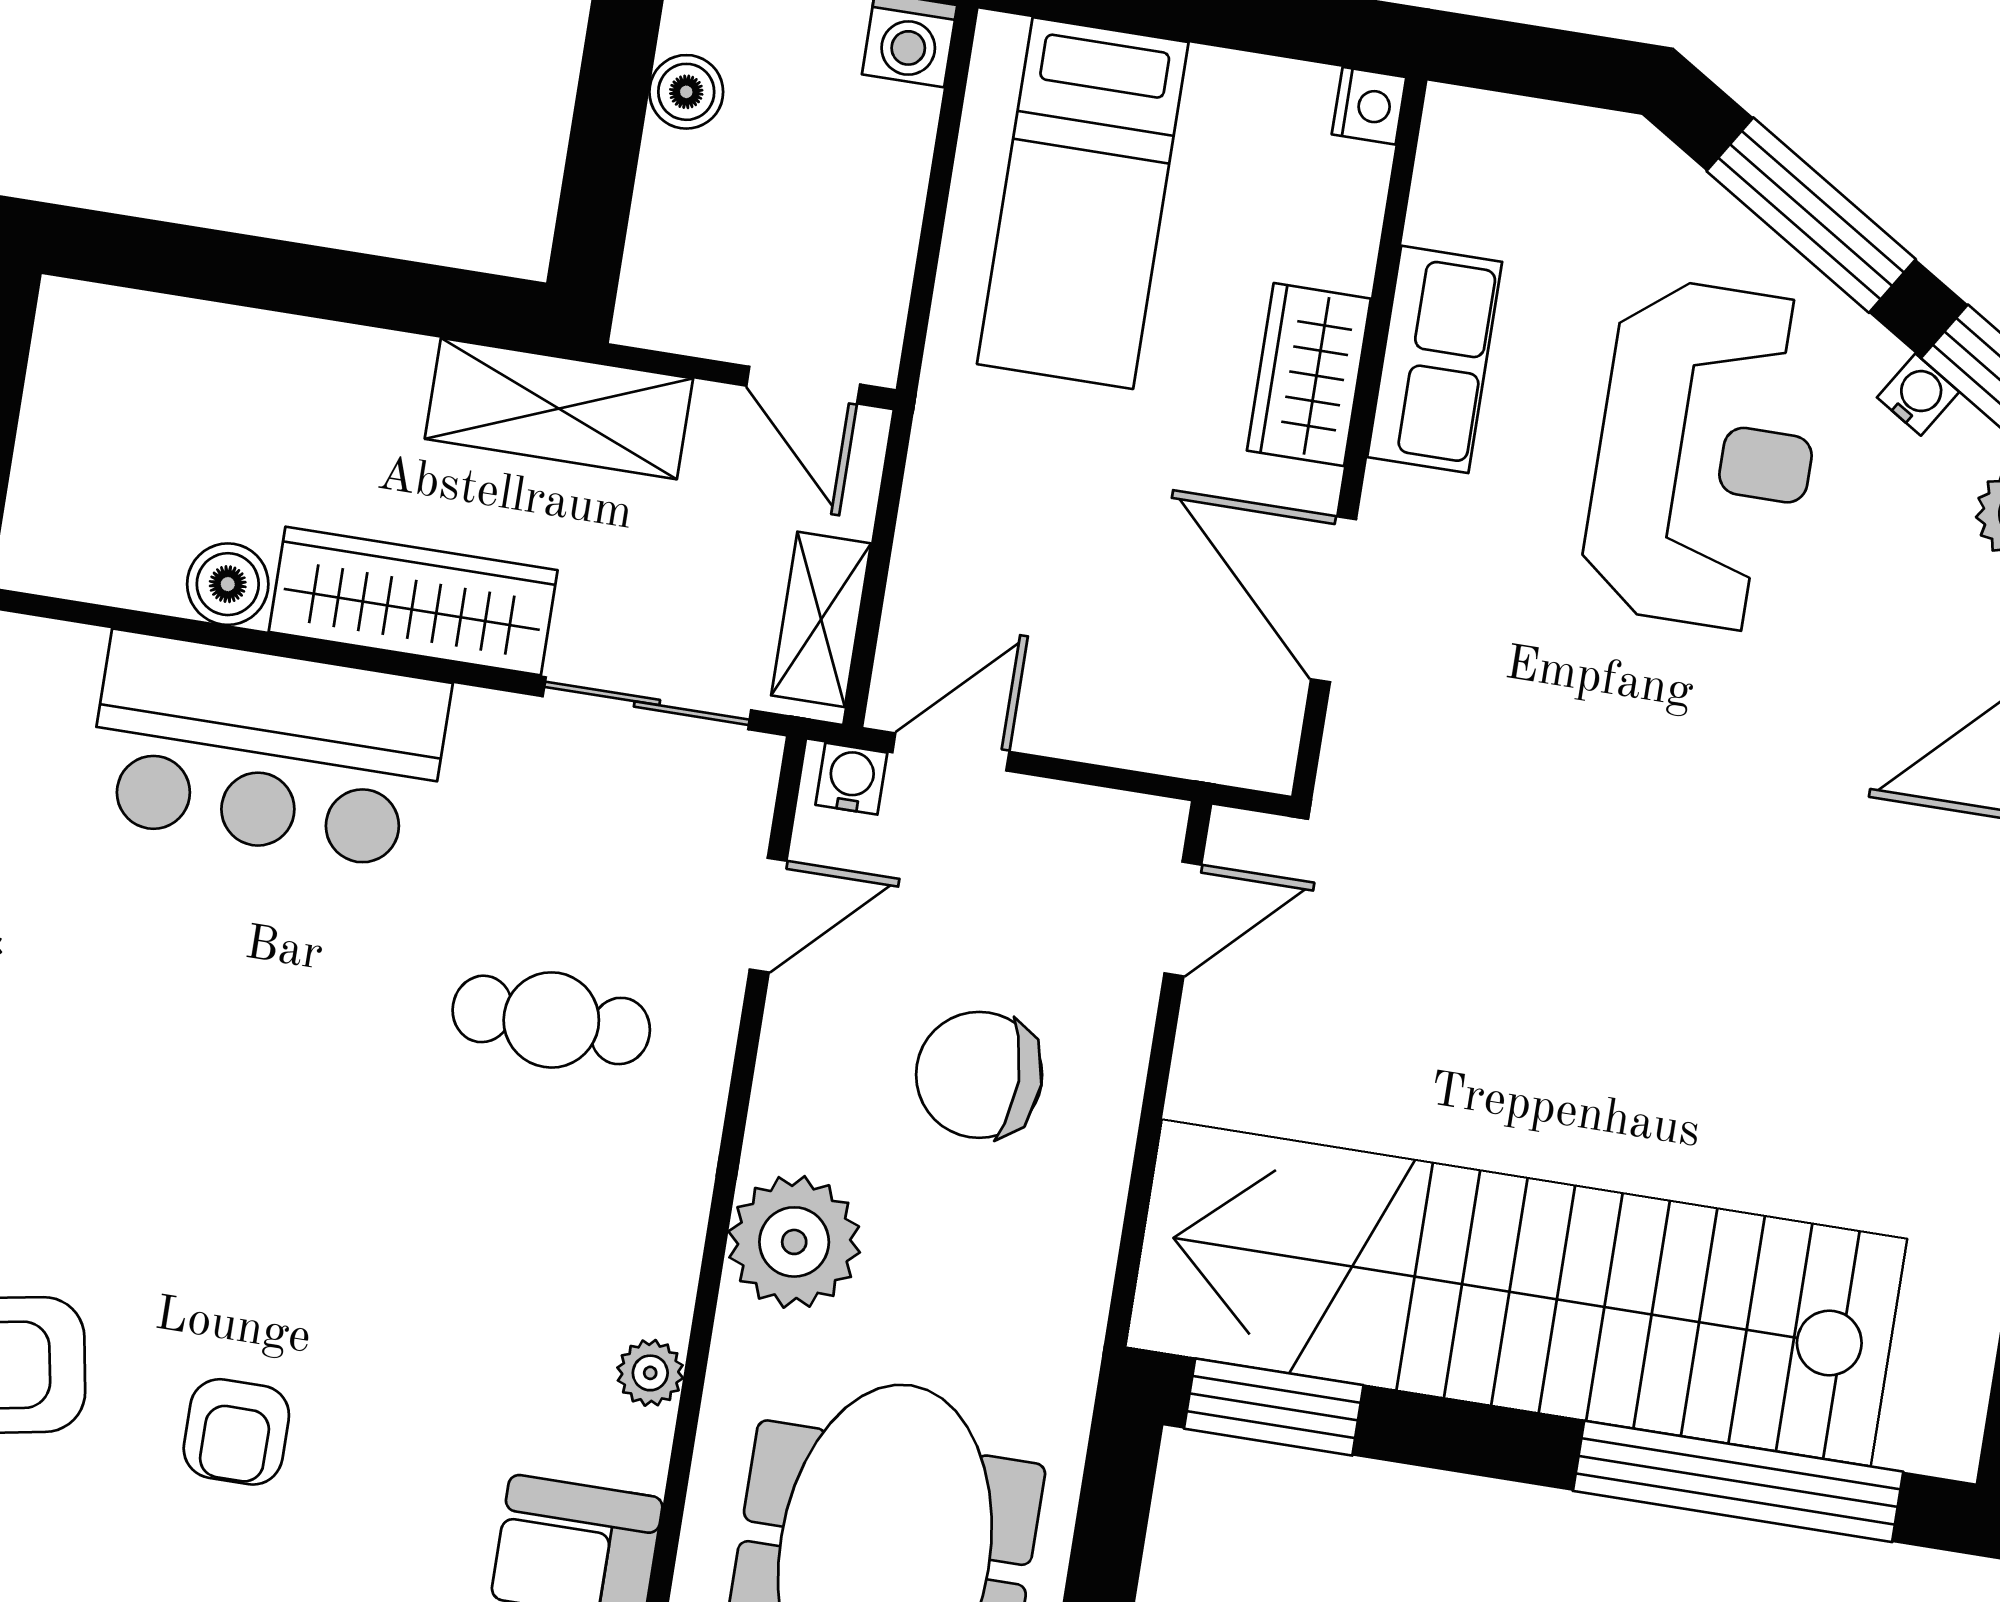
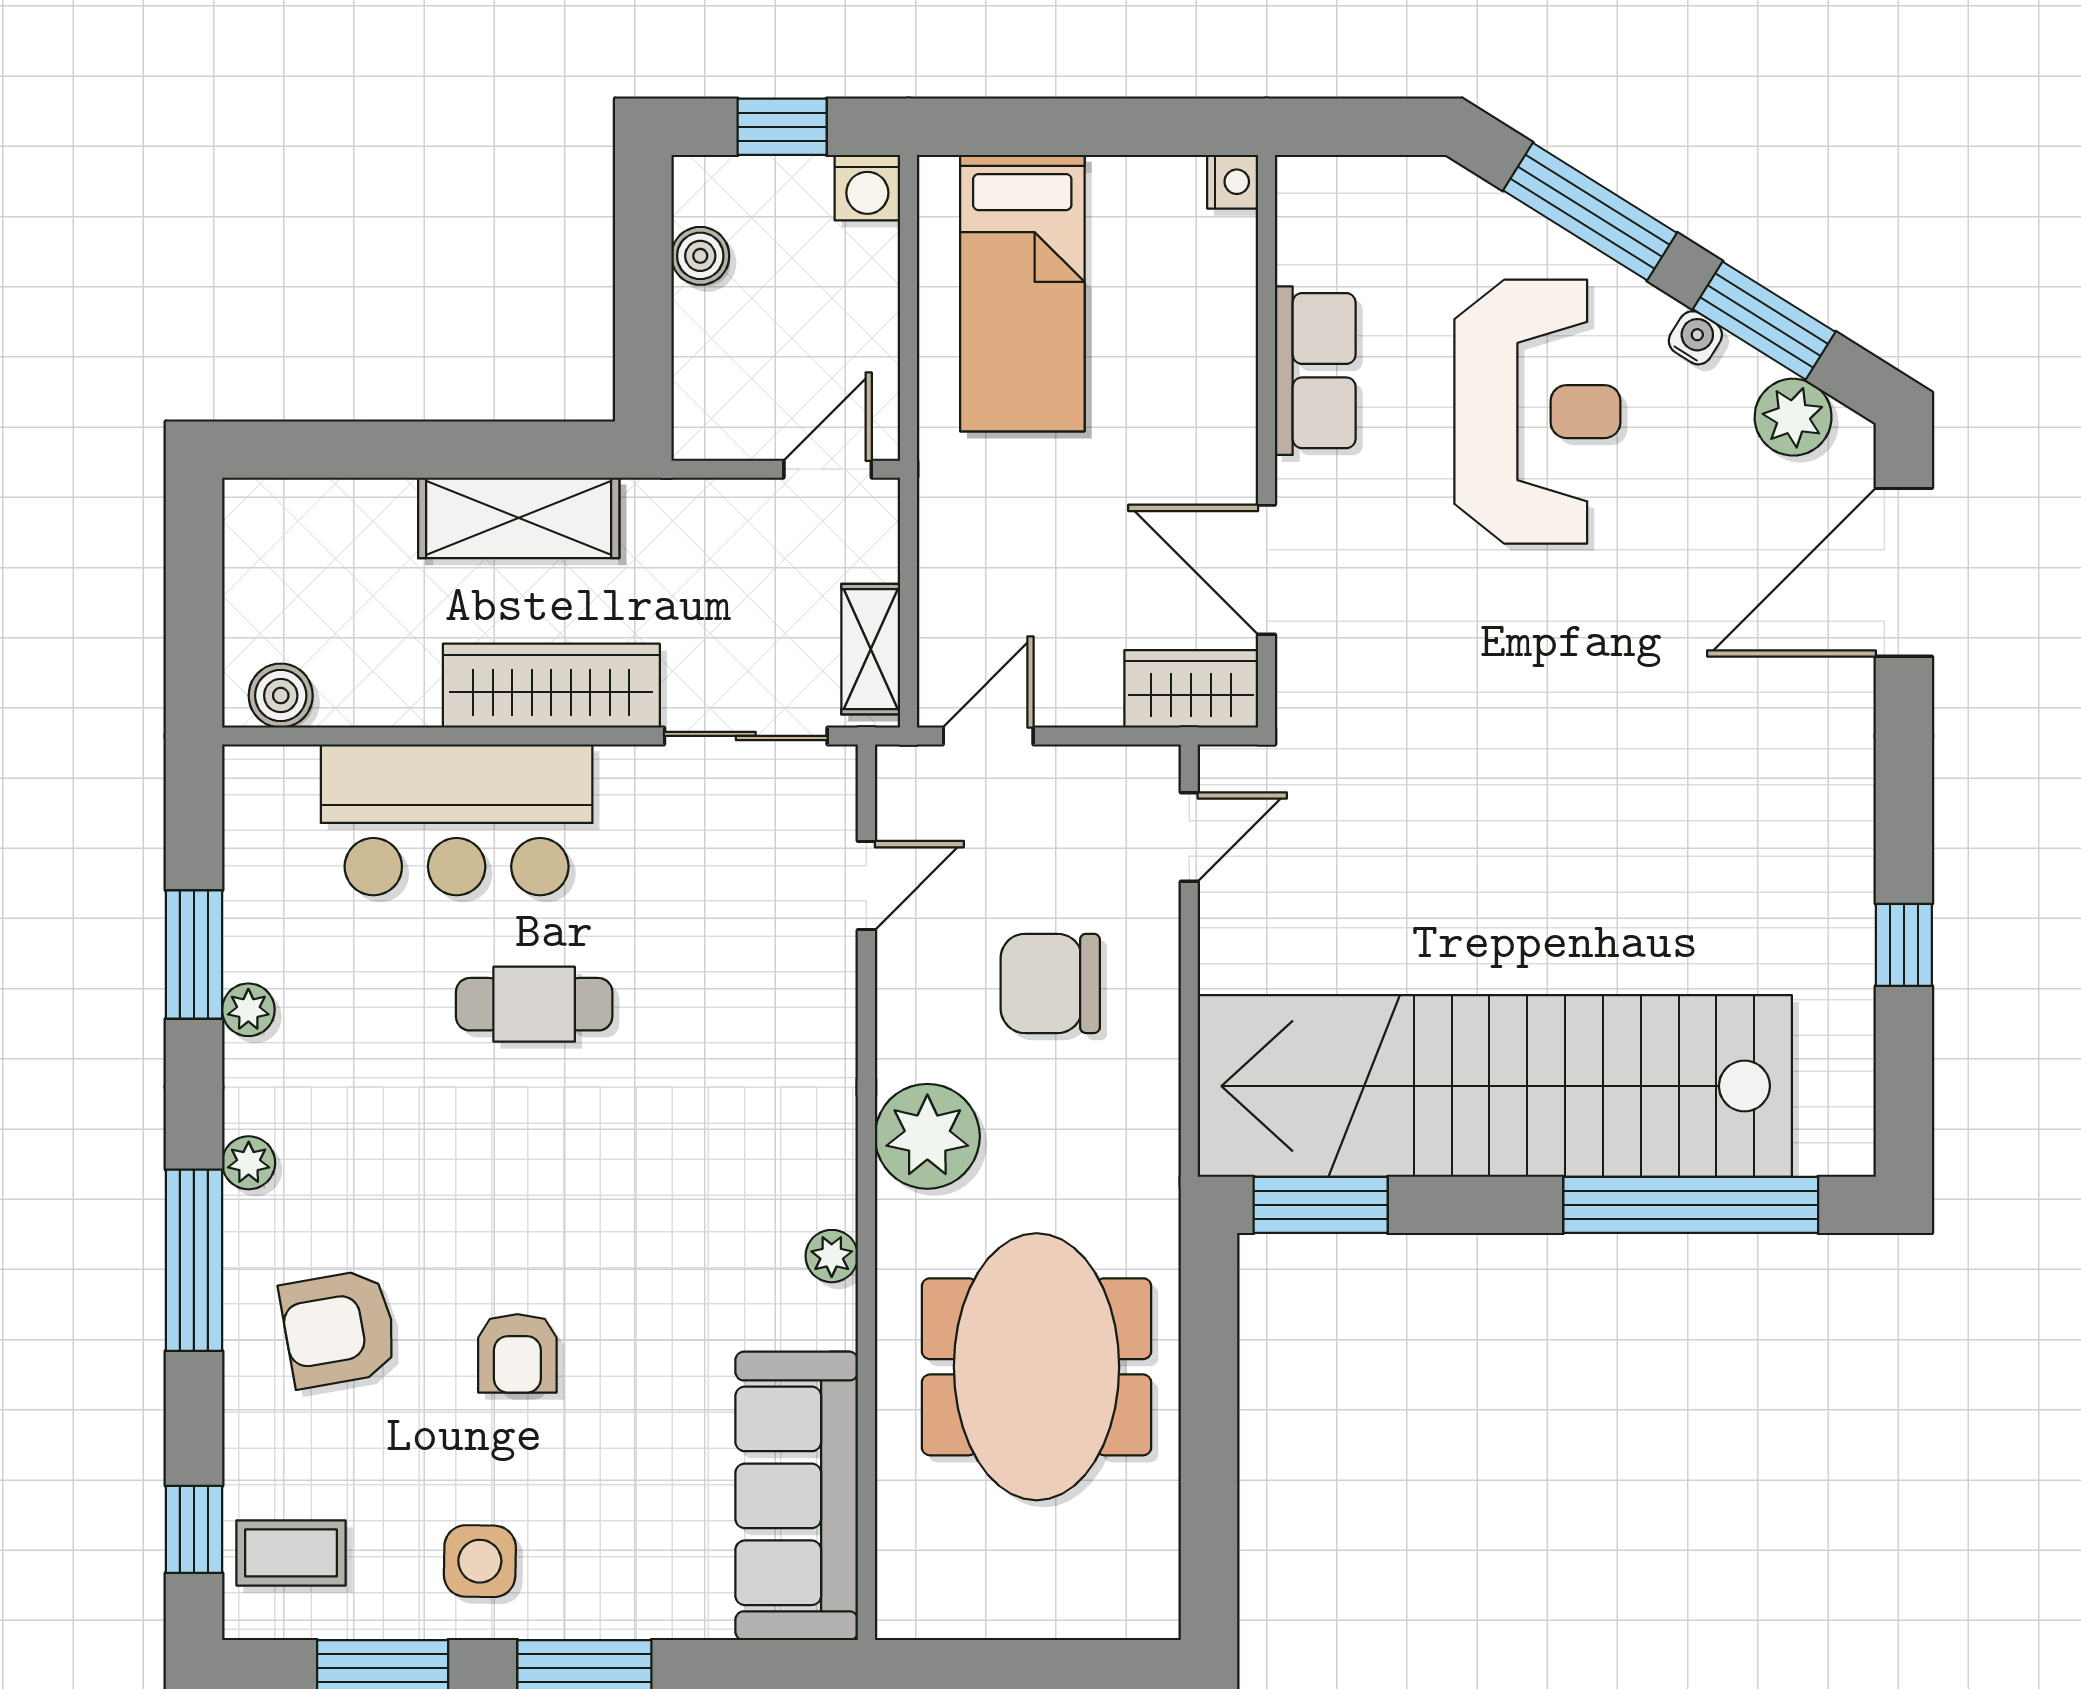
wardrobe: (1309, 375) -> (1191, 689), moved, turned 90
door: (803, 385) -> (828, 469), swing flipped
shelving: (559, 409) -> (519, 518), moved
boiler: (228, 584) -> (281, 696), moved
water cooler: (851, 779) -> (914, 769), removed
cafe table: (551, 1020) -> (534, 1004), moved

